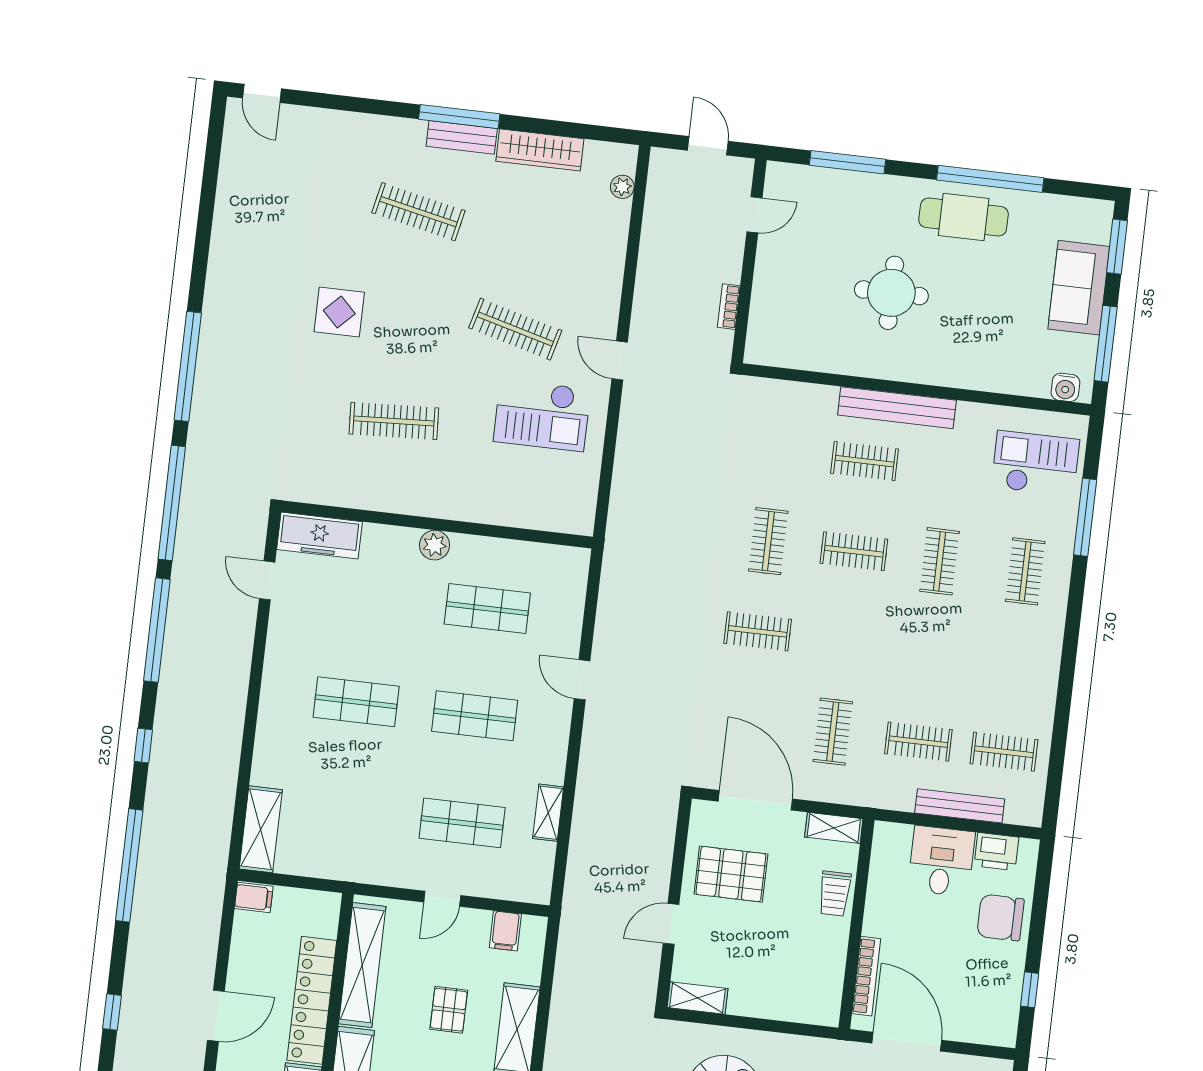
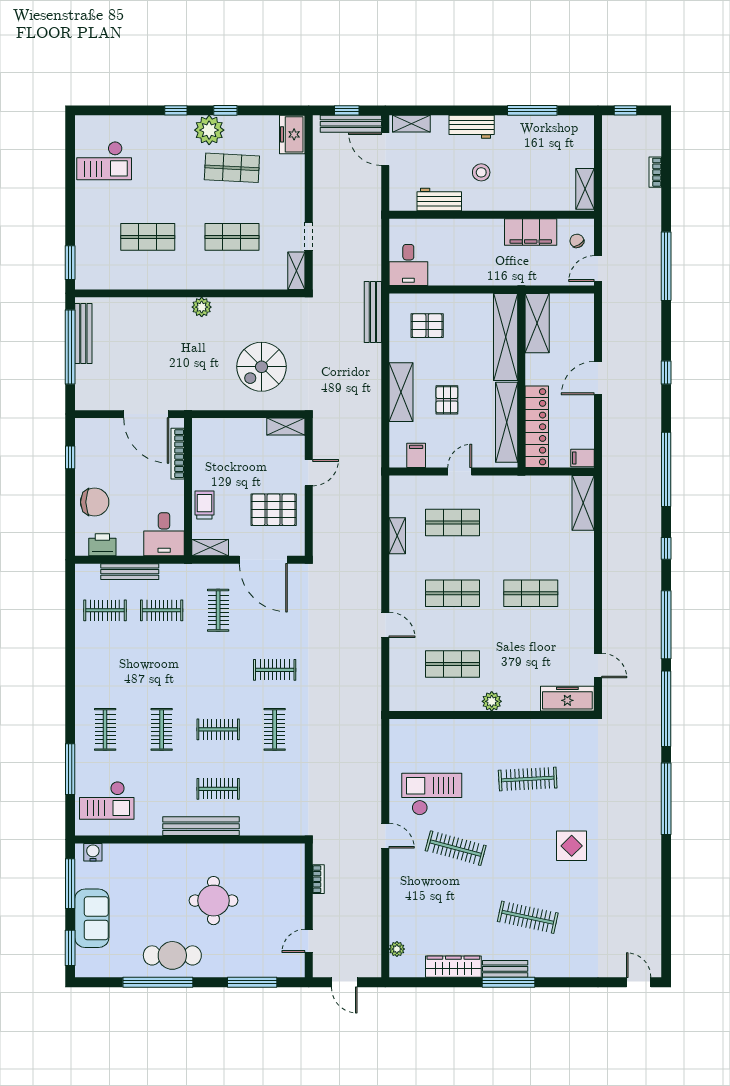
desk: (941, 861) -> (164, 534), moved
locker: (312, 1000) -> (537, 427), moved

